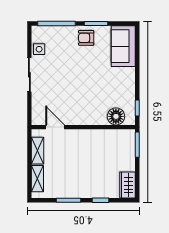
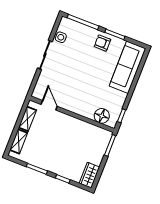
sofa: (123, 46) -> (127, 67), width x1.36

